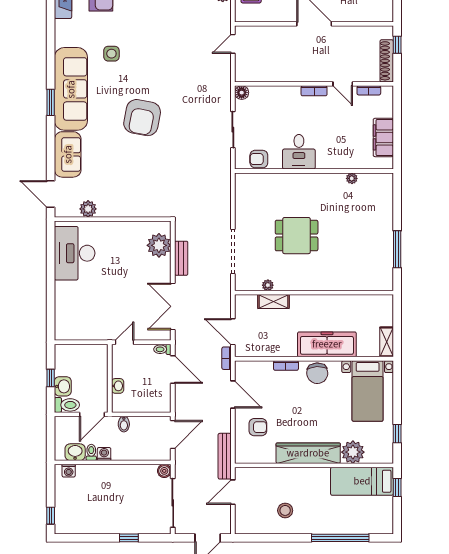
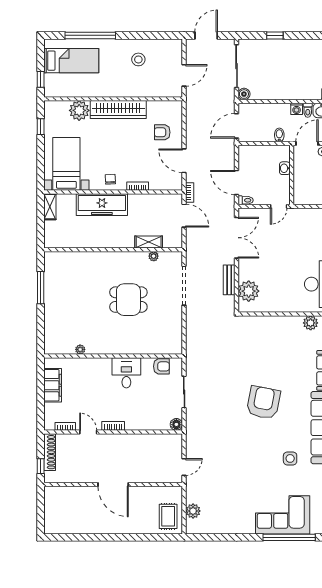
chair: (317, 373) -> (110, 179), width x0.54, depth x0.54
bench: (225, 456) -> (191, 107), removed
bed: (362, 481) -> (71, 61), moved

